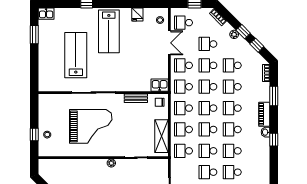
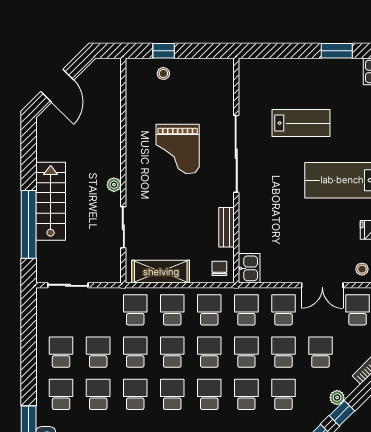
lab bench: (76, 55) -> (301, 123), width x0.73, depth x0.72
grand piano: (91, 126) -> (178, 149), width x0.73, depth x0.68

